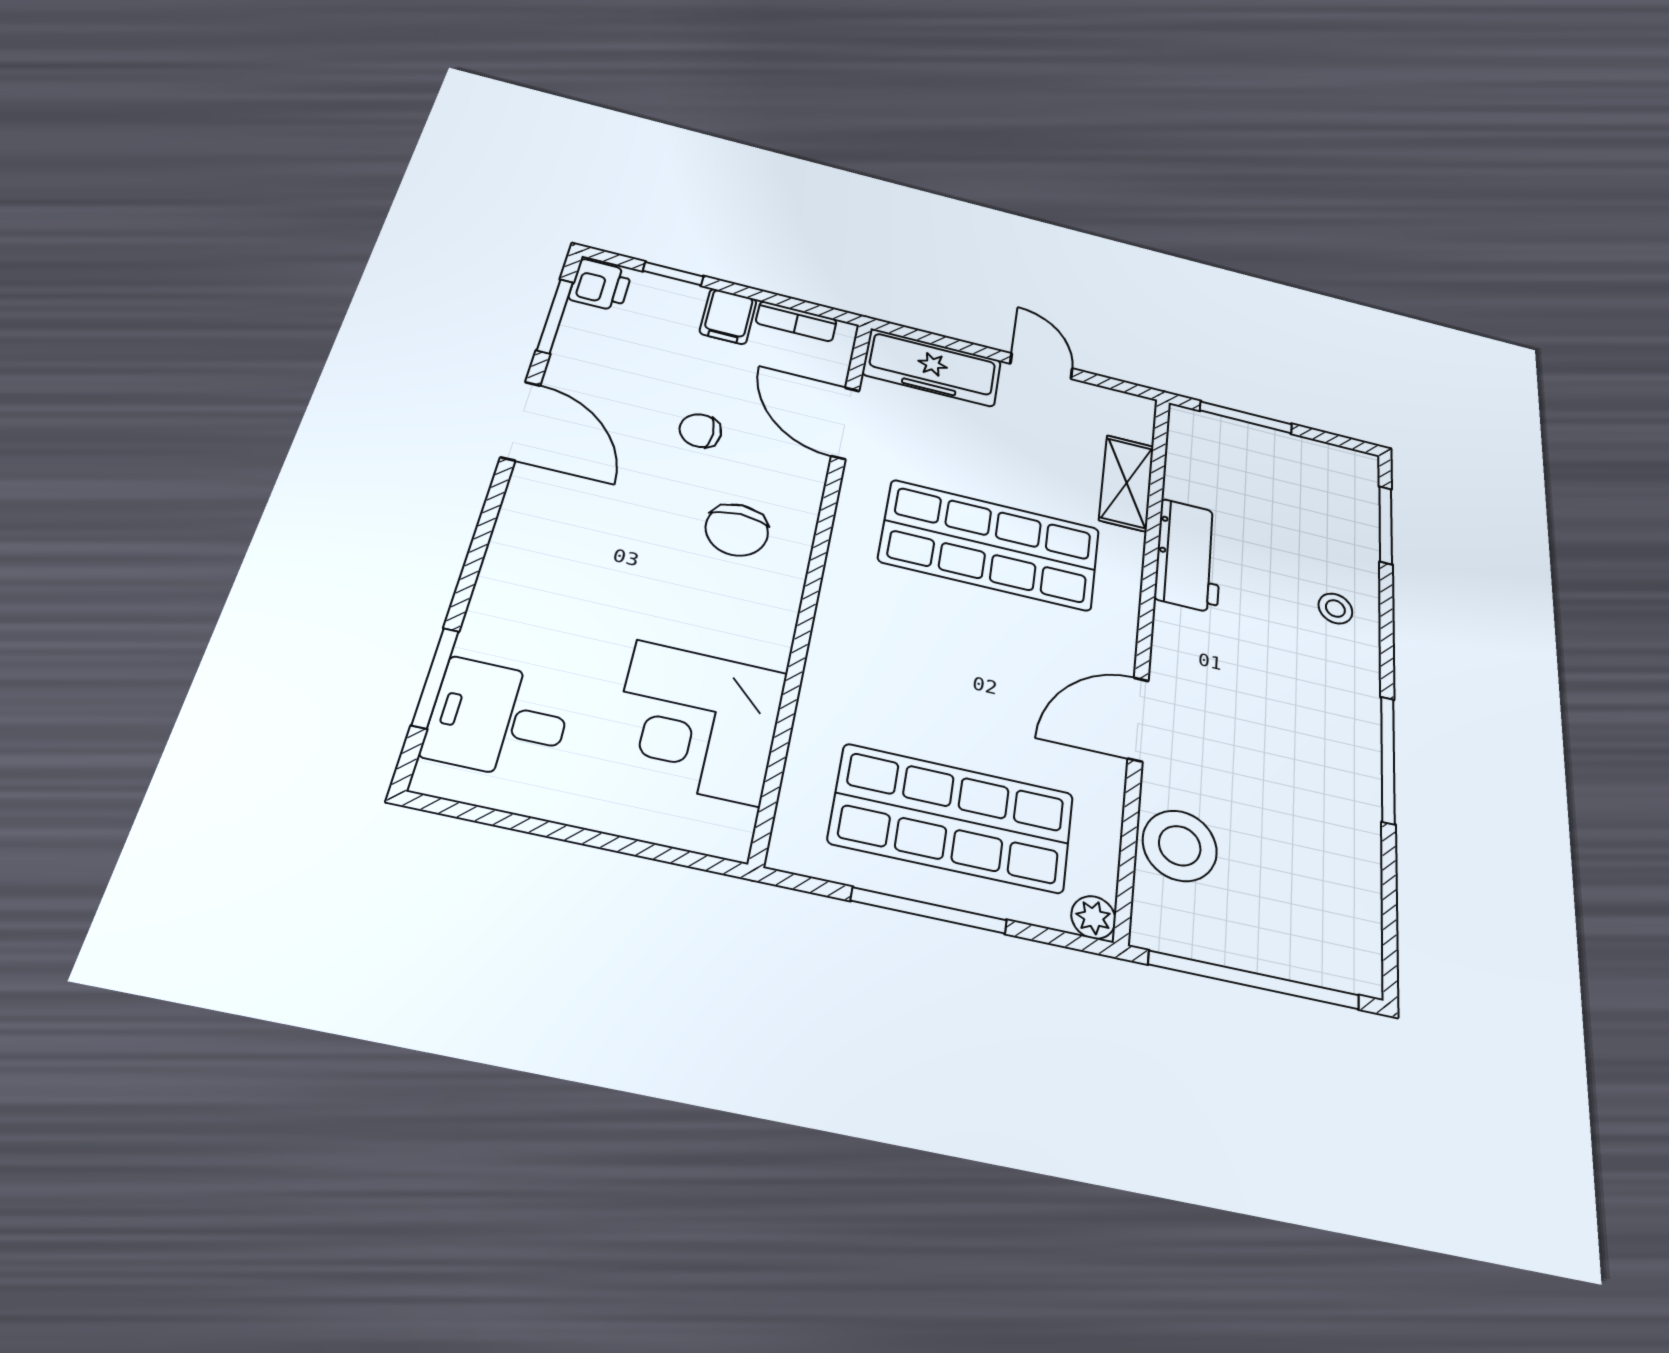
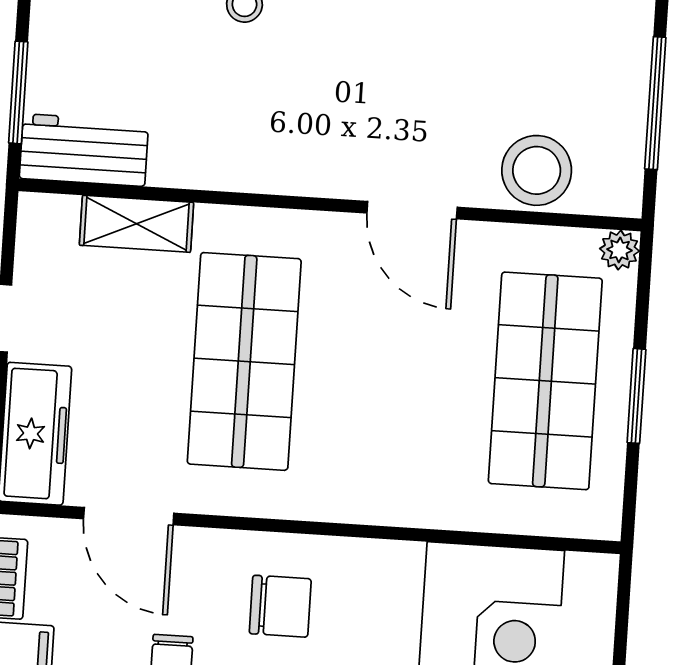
door: (845, 423) -> (129, 516), hinge flipped
workbench: (1189, 555) -> (84, 150), moved
window: (929, 910) -> (636, 396), width x0.69
window: (1254, 980) -> (655, 103), width x0.68

